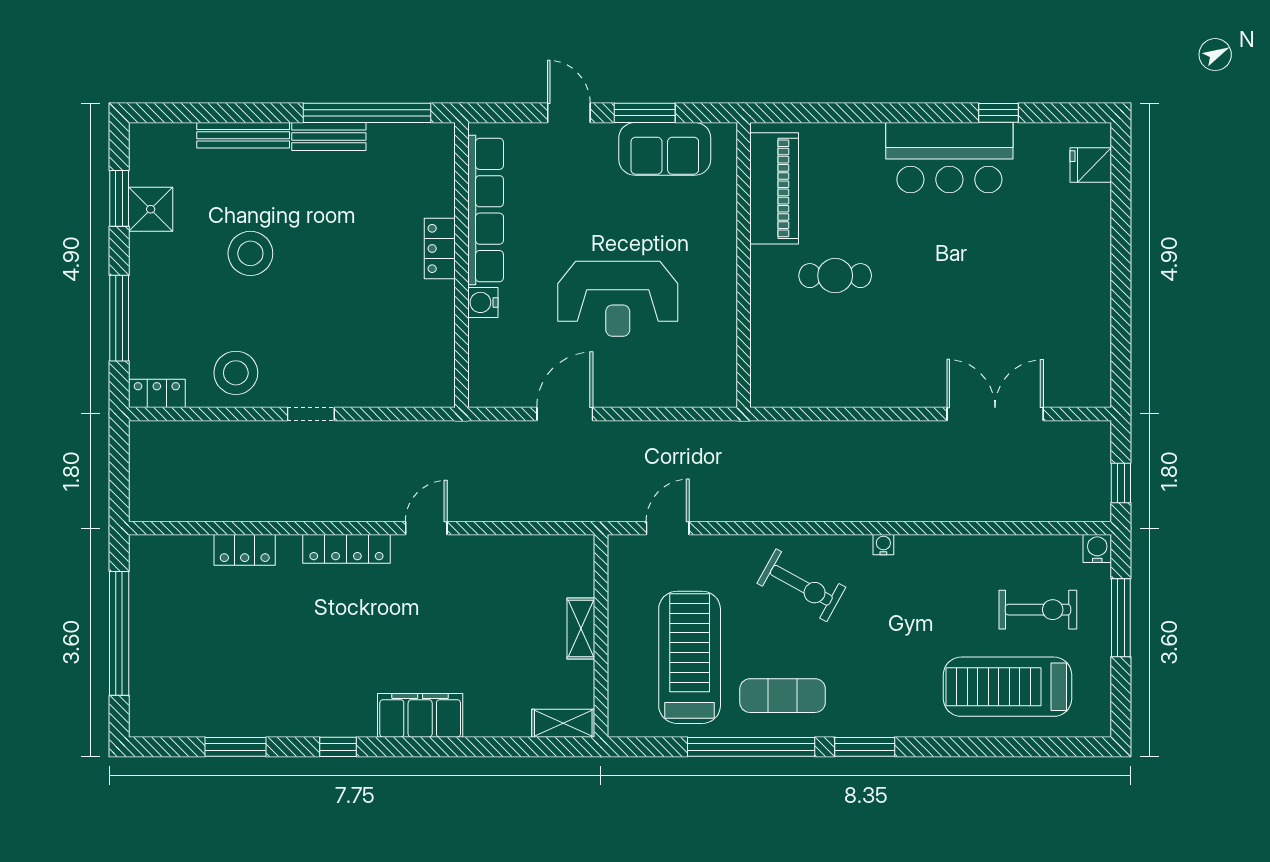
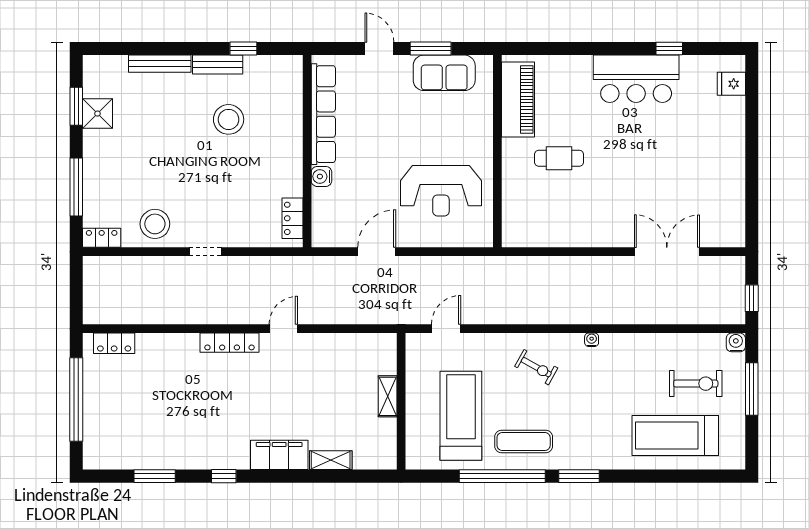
window: (367, 113) -> (243, 49), width x0.32
locker: (440, 248) -> (292, 218), moved
stool: (250, 253) -> (229, 119), moved
reception desk: (618, 299) -> (441, 191), moved
locker: (245, 550) -> (114, 343), moved
exercise bike: (801, 585) -> (536, 367), width x0.73, depth x0.72
shelving: (563, 723) -> (331, 460), moved

